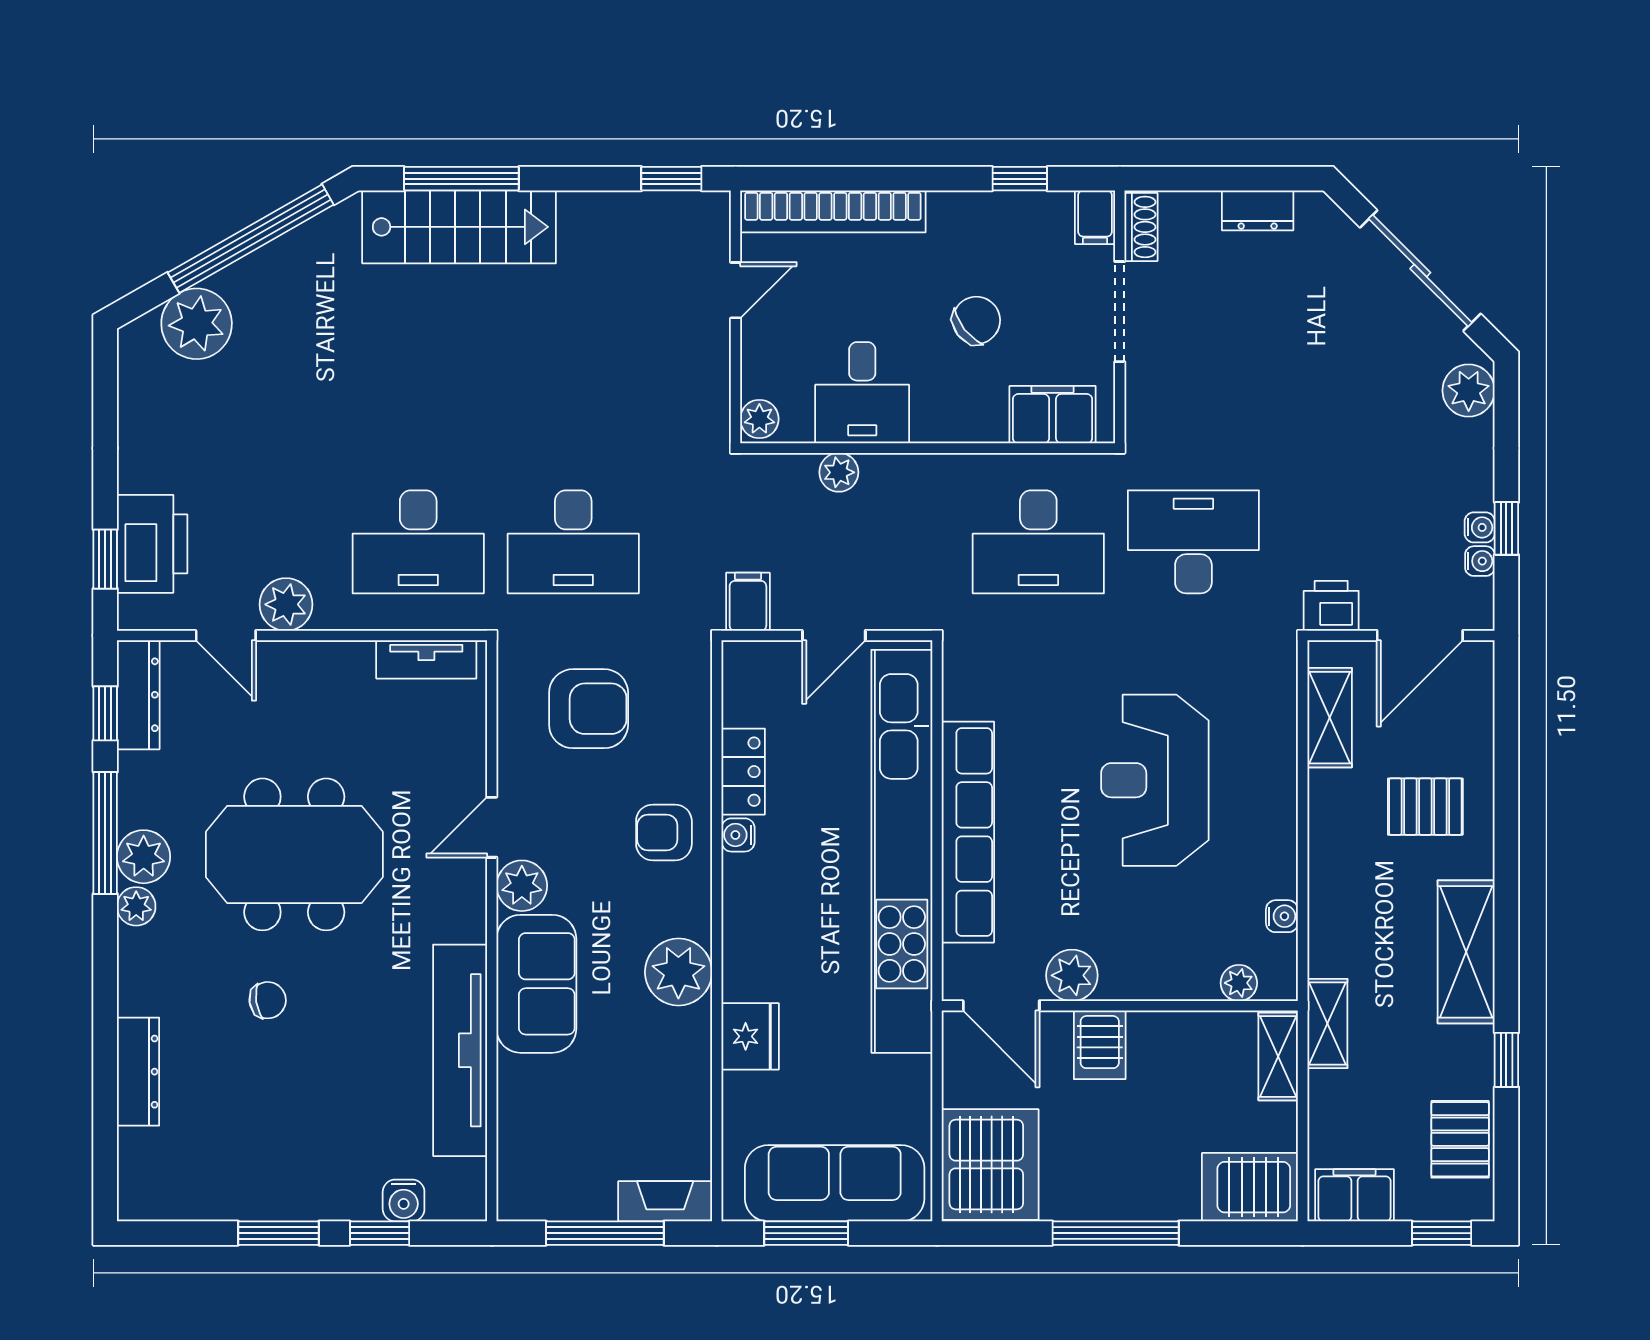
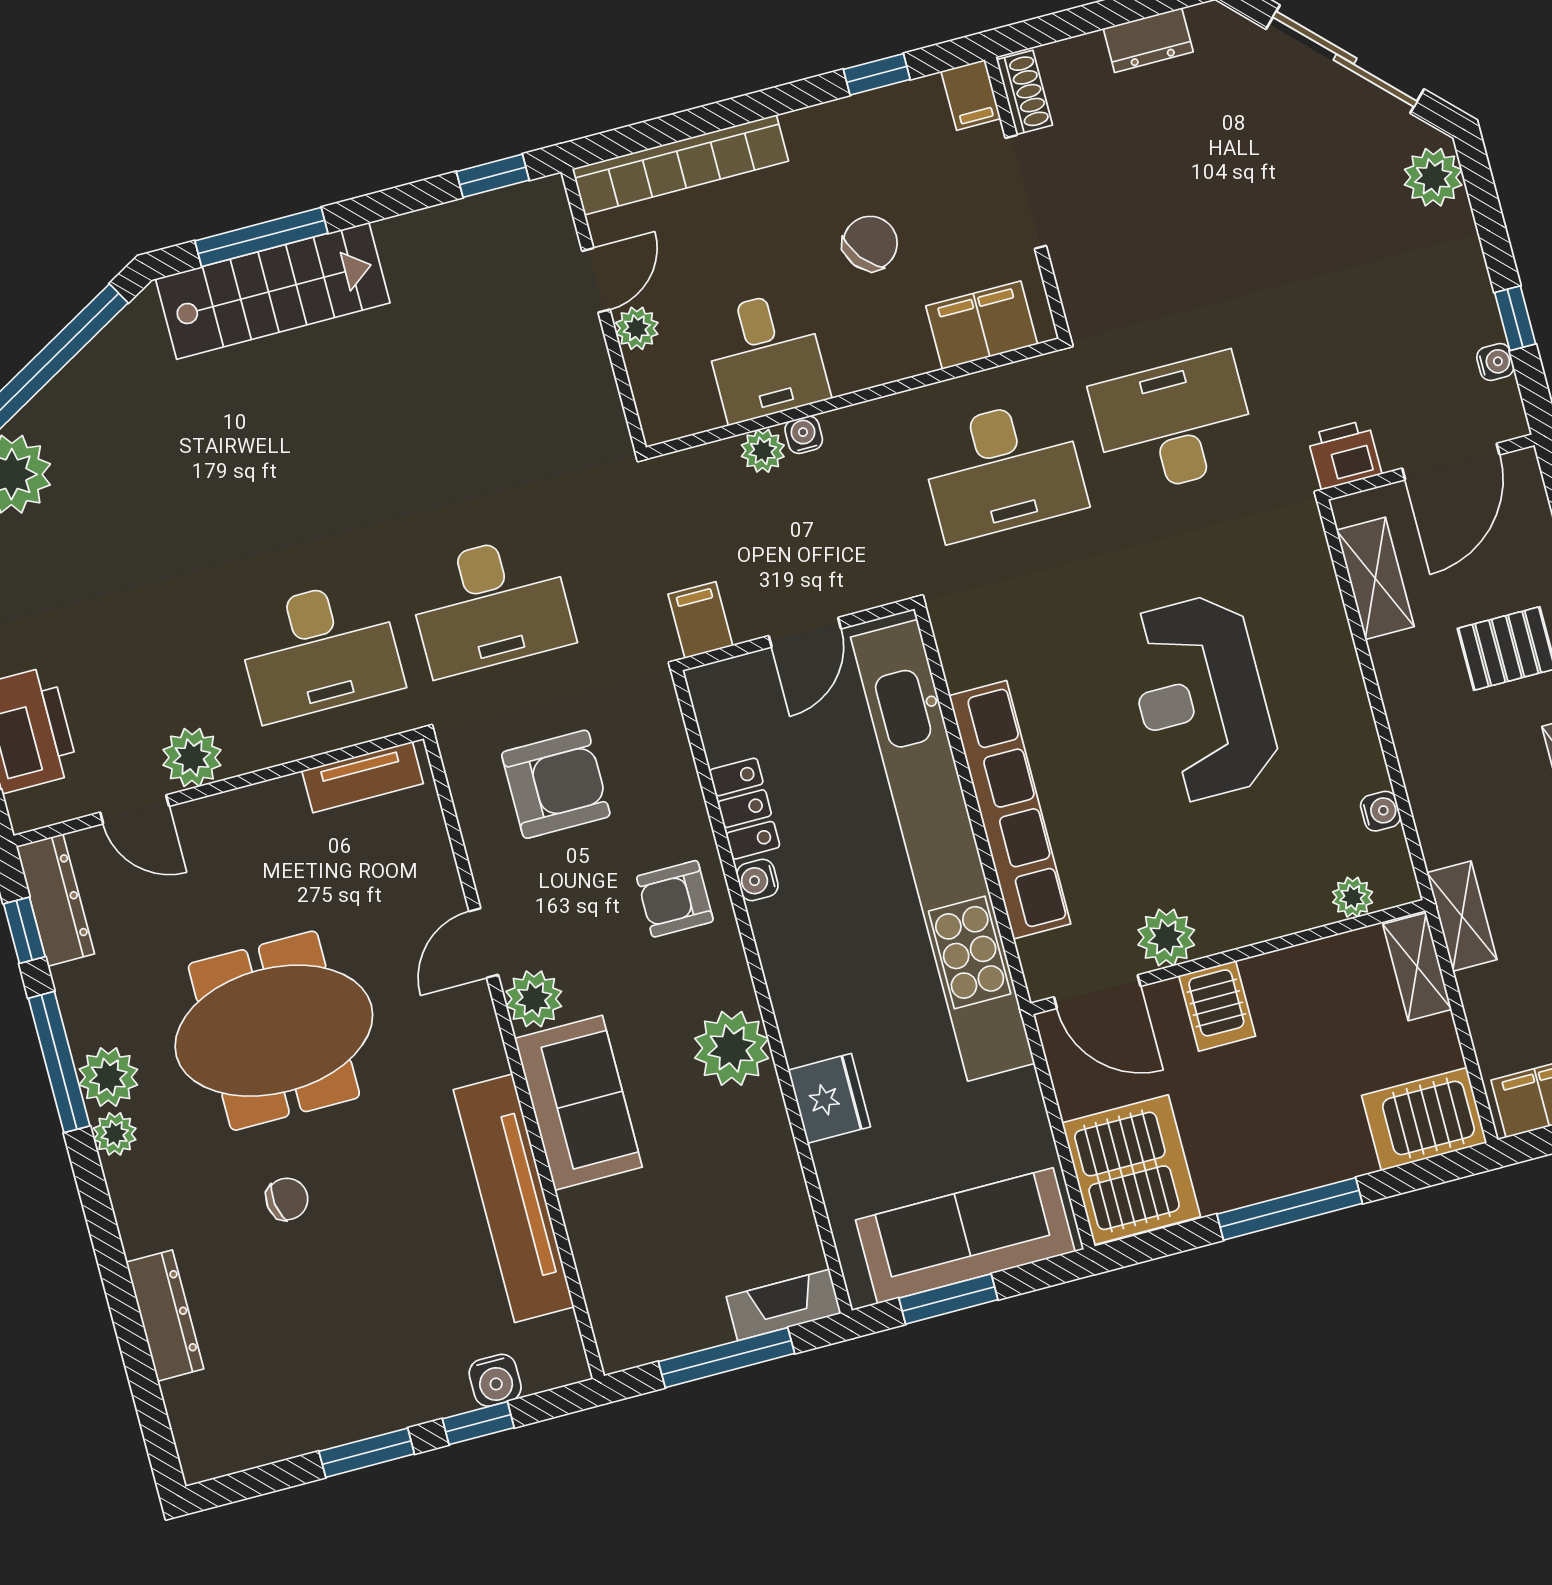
plant: (759, 419) -> (637, 328), moved
water cooler: (1480, 527) -> (804, 435), moved, turned -90

